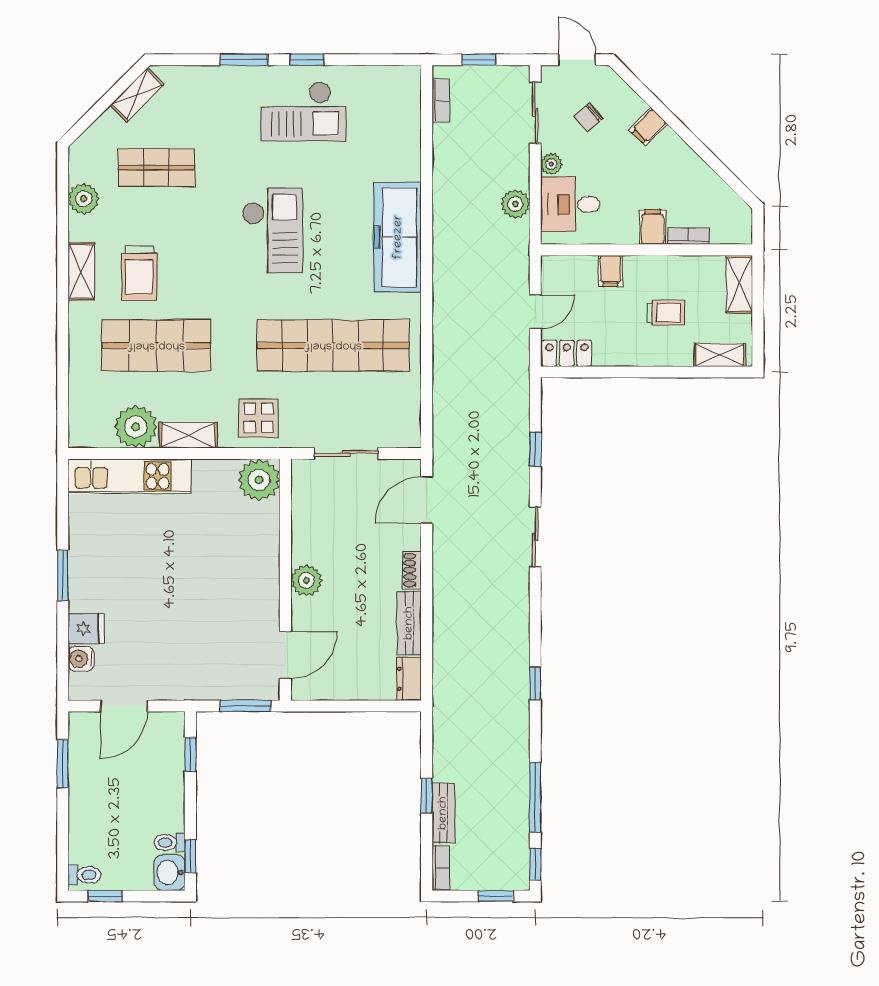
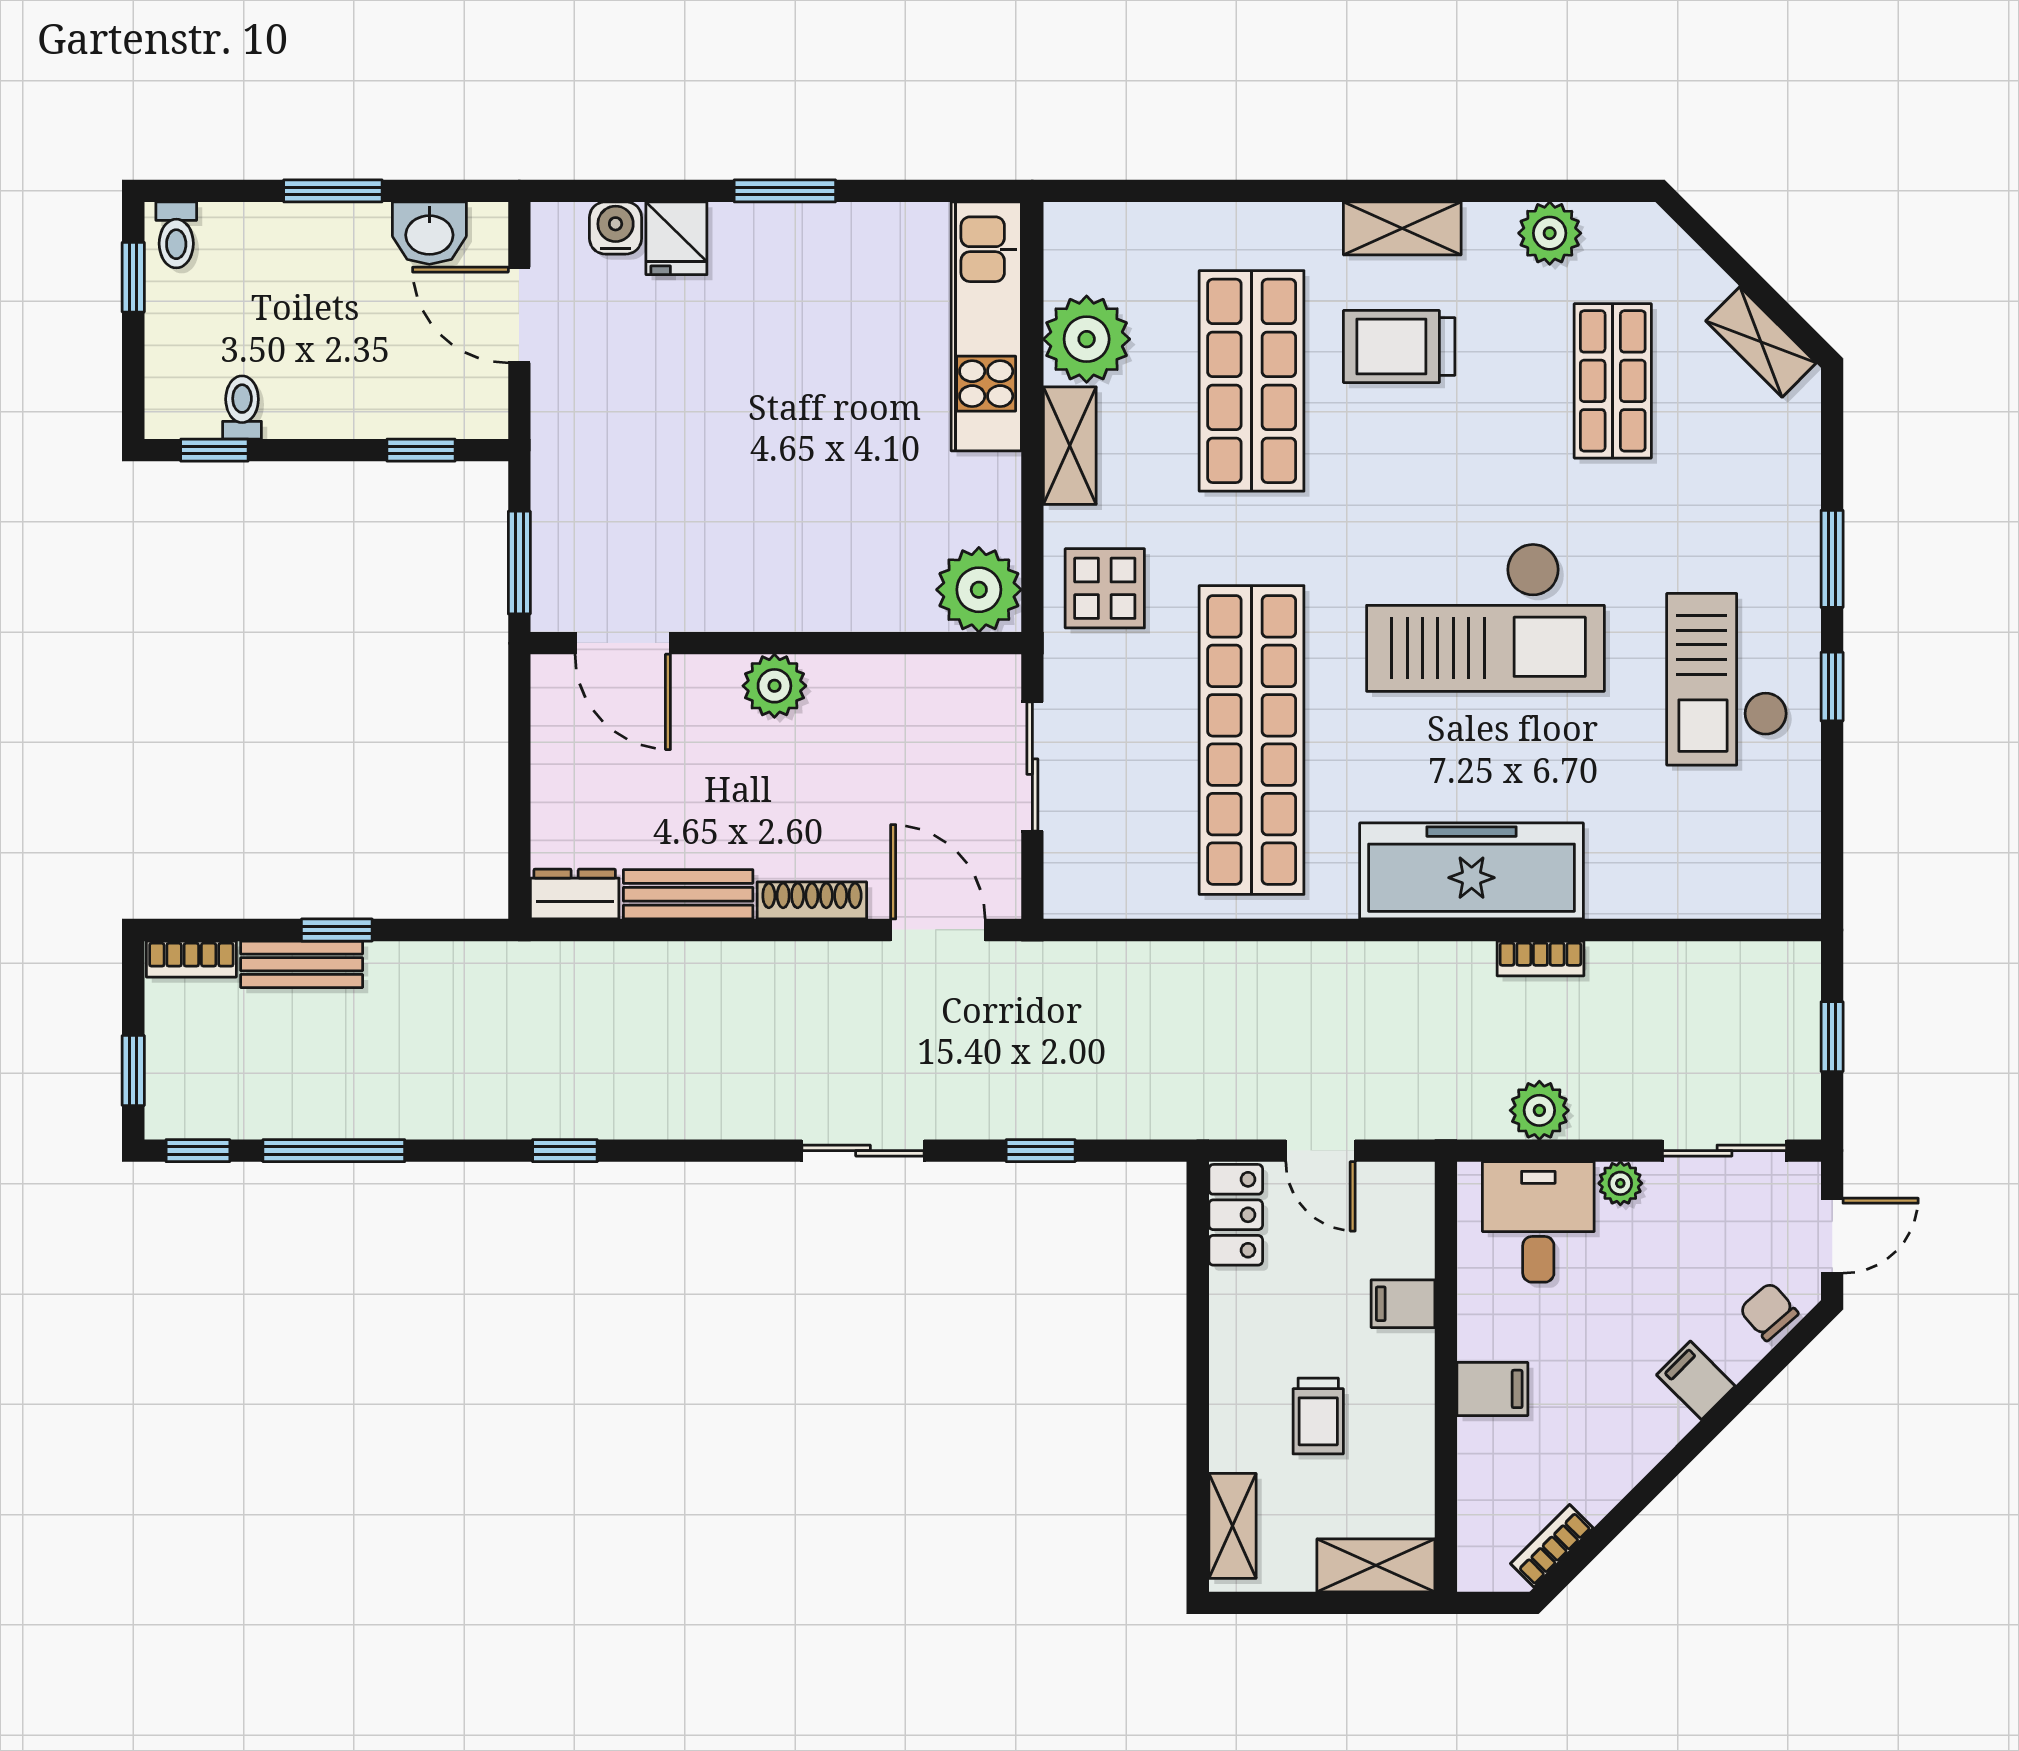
bookcase: (441, 101) -> (1540, 958), moved
chair: (588, 118) -> (1769, 1311), moved
checkout: (273, 230) -> (1485, 617), width x1.36, depth x1.21
bookcase: (688, 236) -> (1552, 1546), moved, turned -135
shoe rack: (412, 570) -> (812, 900), width x1.43
window: (63, 764) -> (333, 191), moved
washbasin: (170, 872) -> (429, 233), moved, turned 180

